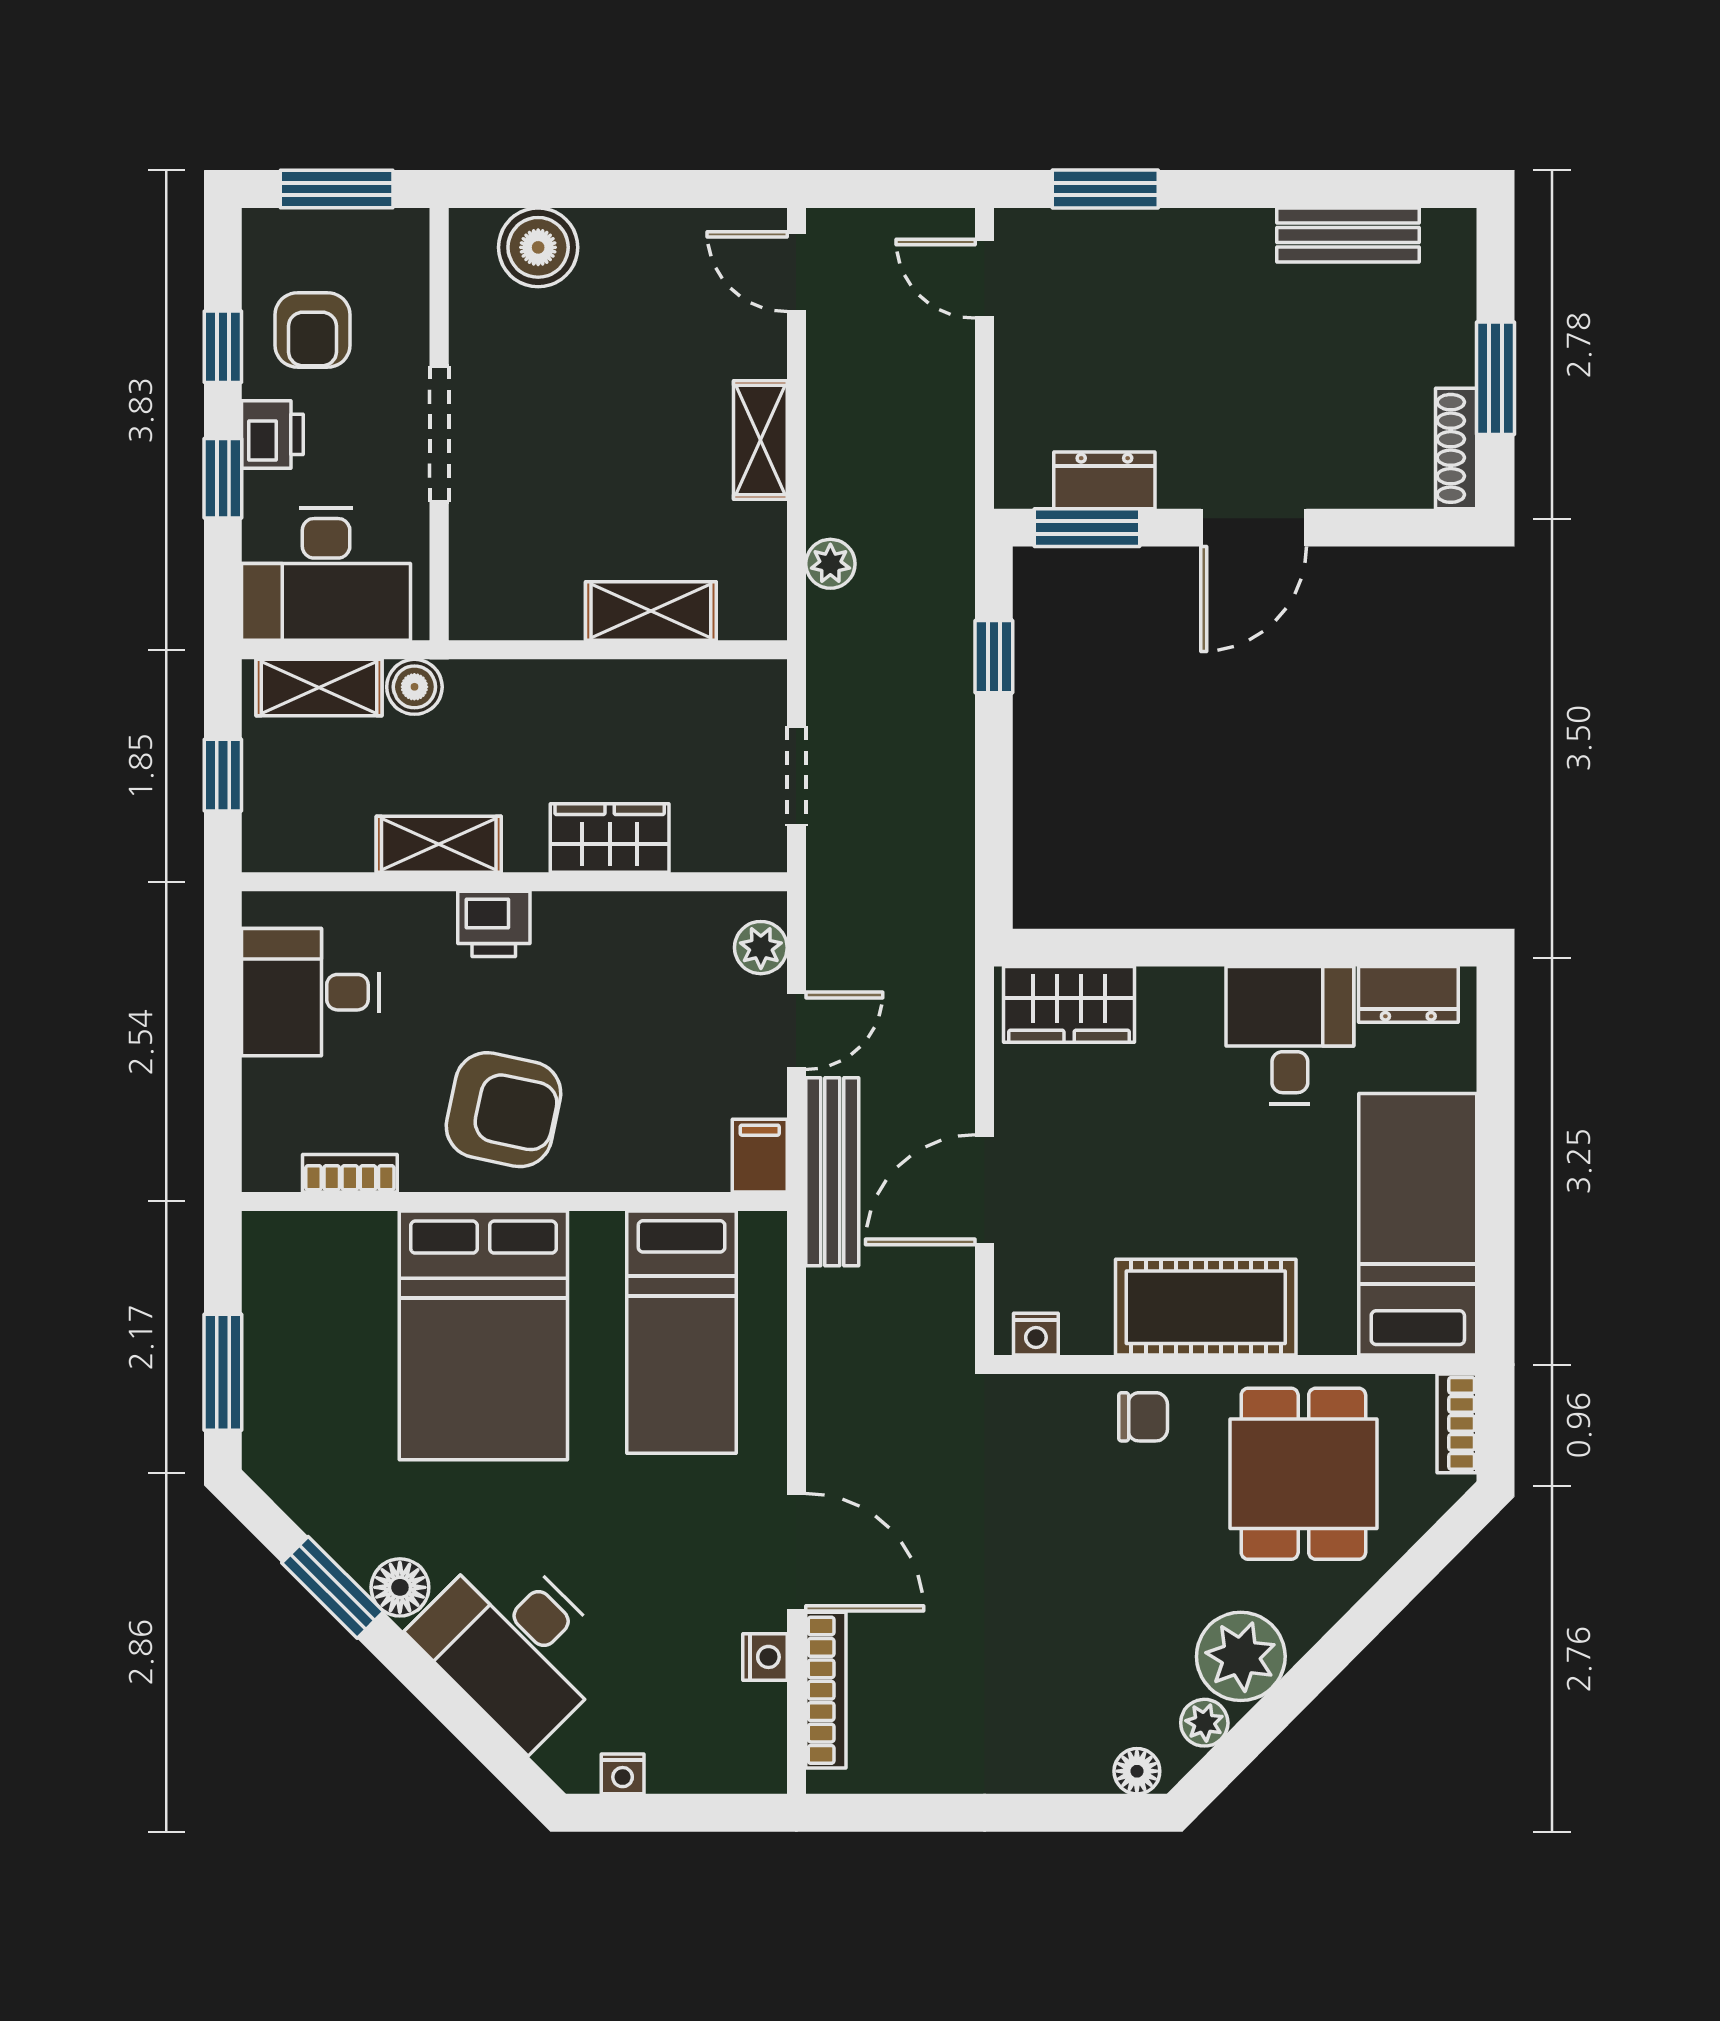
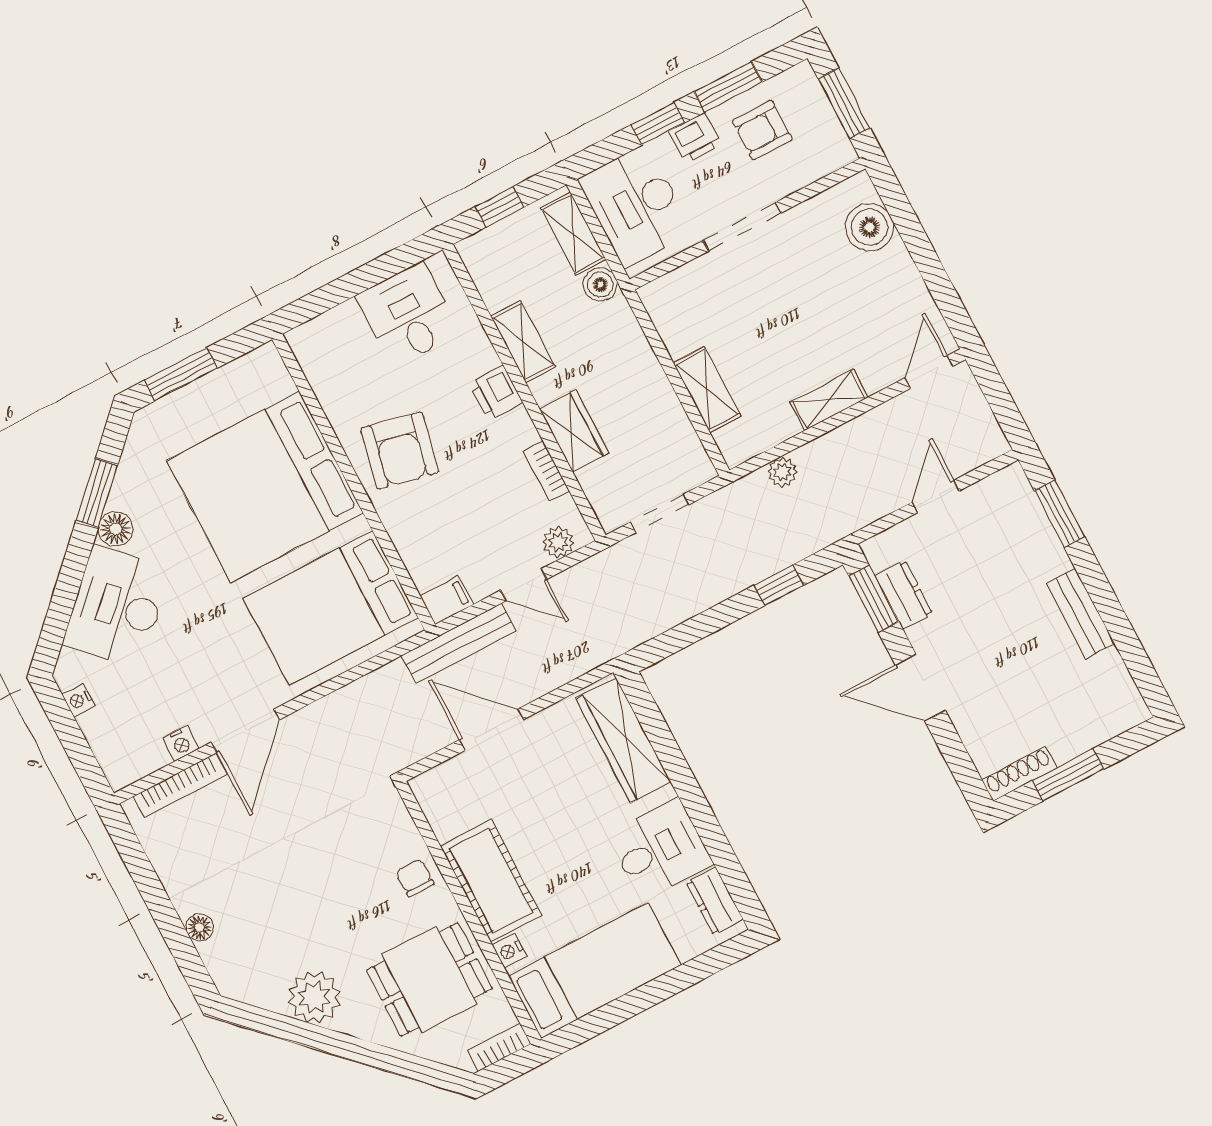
bench: (1348, 235) -> (1081, 614), moved
door: (985, 279) -> (935, 497), moved
window: (223, 347) -> (728, 87), width x1.50
wardrobe: (1069, 1004) -> (623, 740), width x1.50
bookcase: (350, 1173) -> (546, 471), moved, turned 180
bed: (682, 1332) -> (331, 608), width x1.50
nightstand: (1036, 1334) -> (509, 951), moved
bed: (483, 1335) -> (265, 487), width x1.36
chair: (1143, 1417) -> (415, 878), turned 180
plant: (1204, 1723) -> (269, 996), removed
floor lamp: (1137, 1771) -> (200, 927), moved

